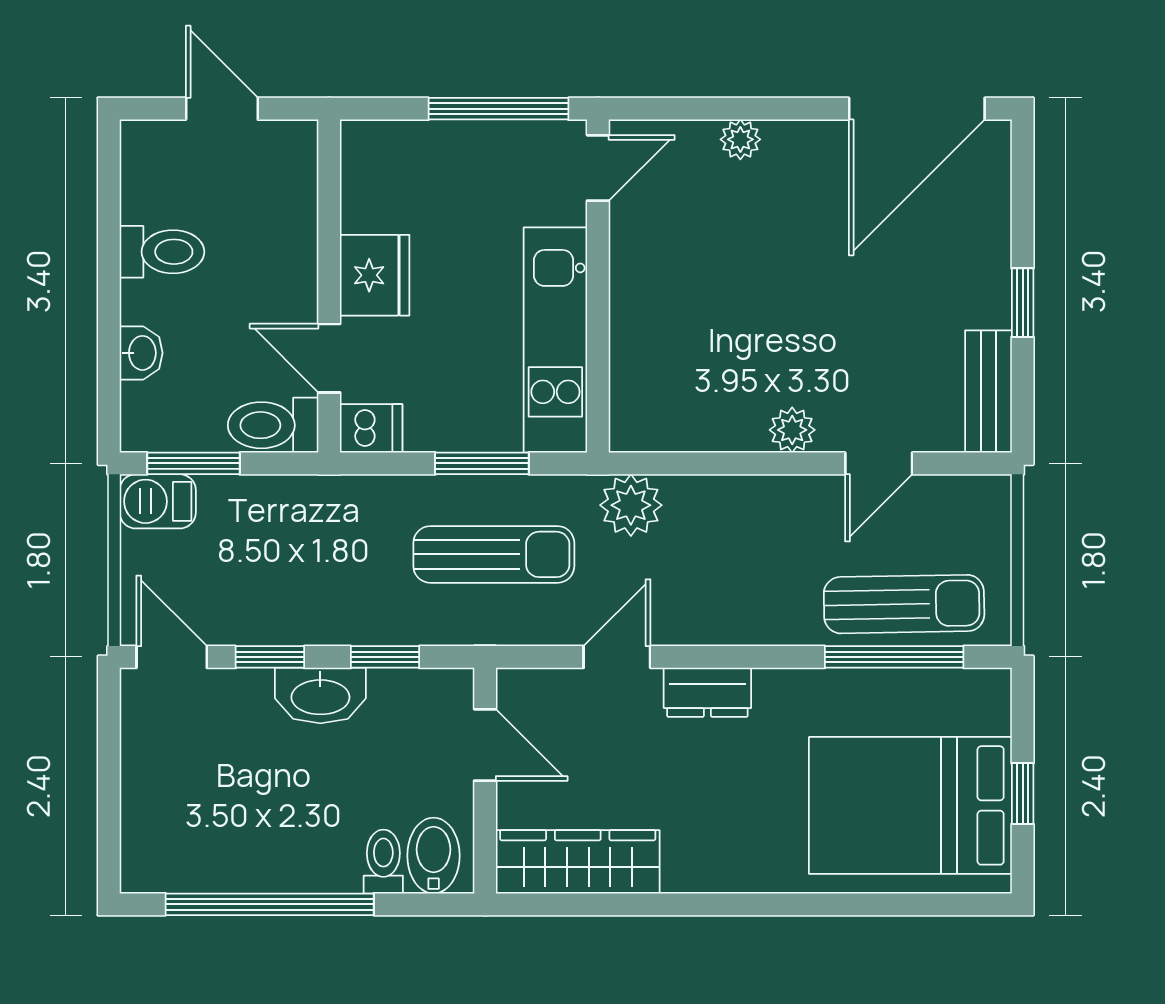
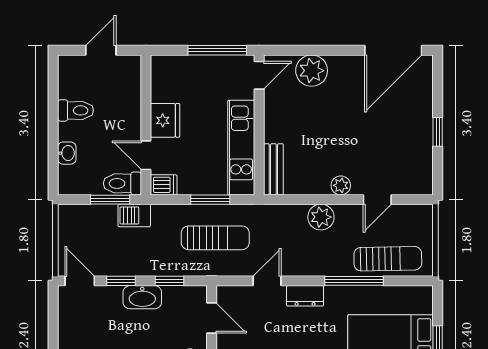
door: (222, 109) -> (101, 50), hinge flipped
plant: (740, 139) -> (312, 71), width x1.87, depth x1.87
bench: (988, 392) -> (273, 169), moved
window: (193, 463) -> (110, 200), moved
barbecue: (158, 501) -> (134, 215), moved
plant: (631, 505) -> (321, 217), moved
window: (894, 657) -> (354, 281), moved

